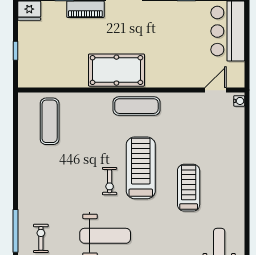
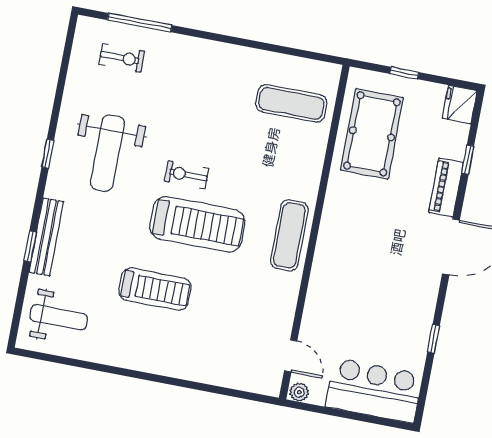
pool table: (116, 70) -> (372, 134), moved
plant: (238, 80) -> (299, 392), added
water cooler: (239, 101) -> (268, 388), removed

